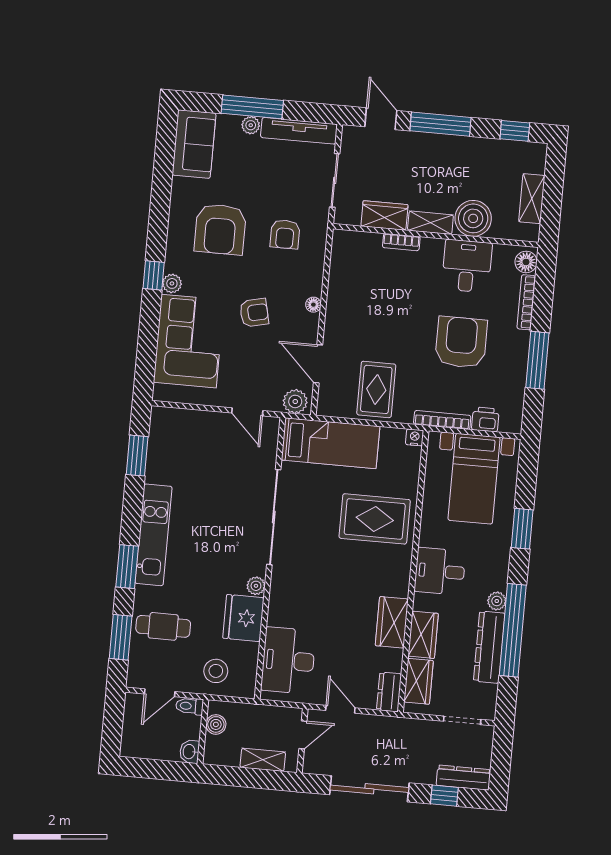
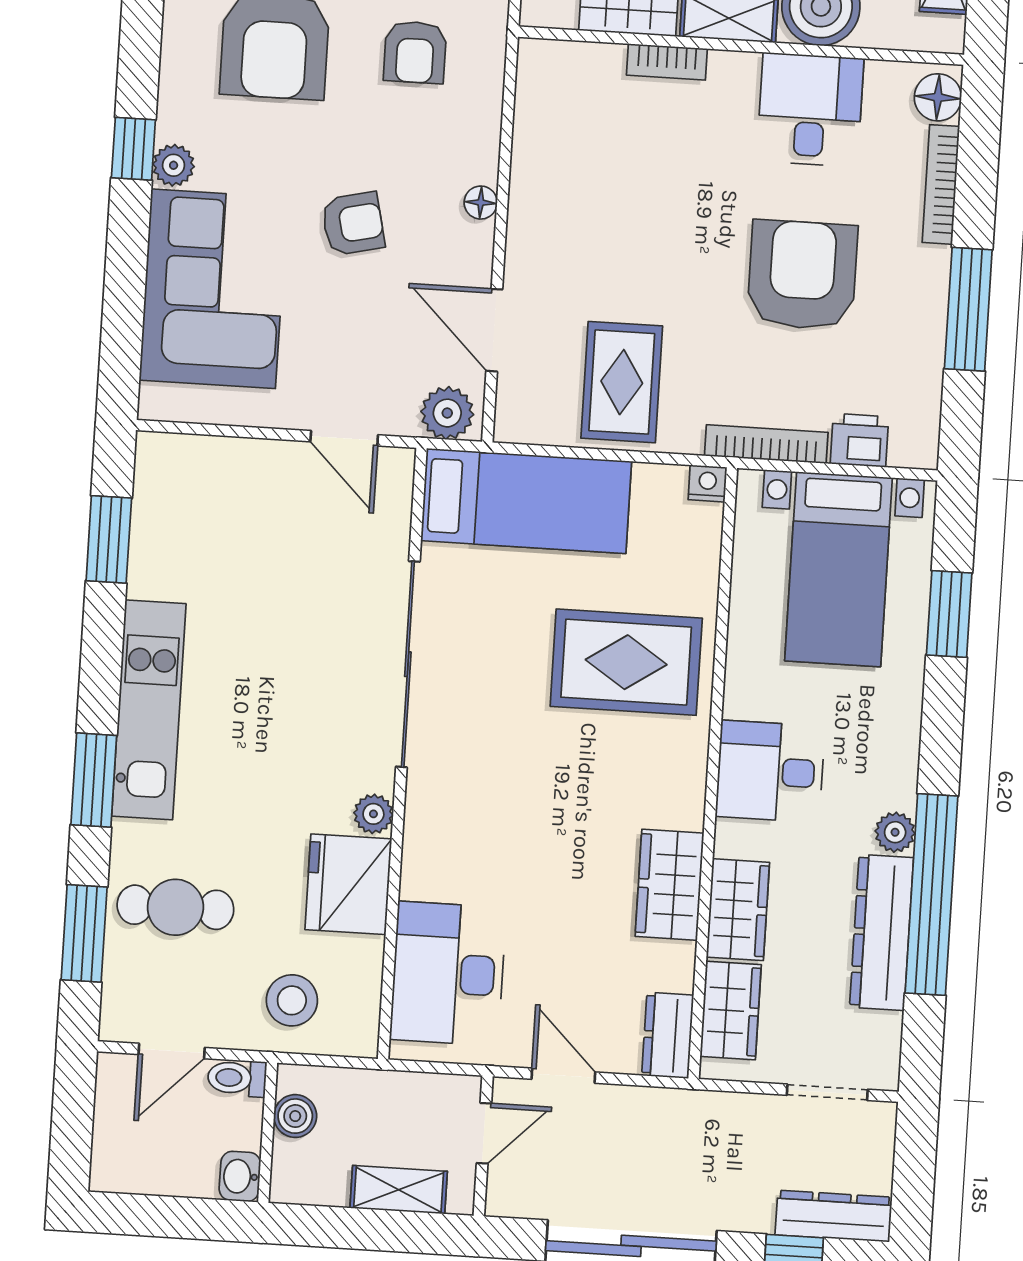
window: (522, 529) -> (949, 614), moved

